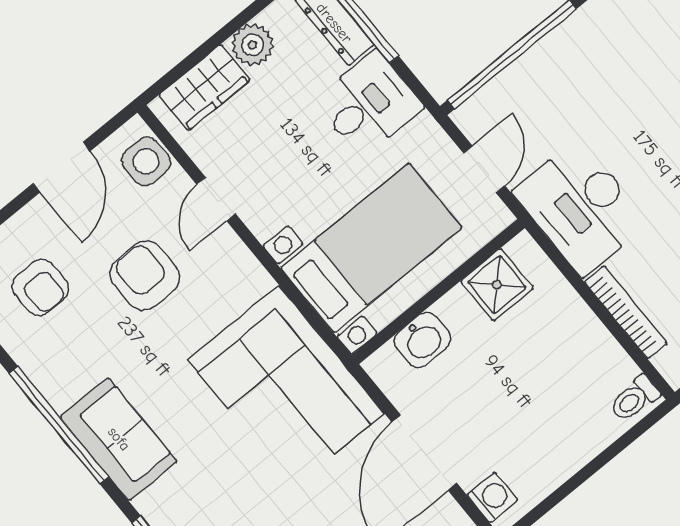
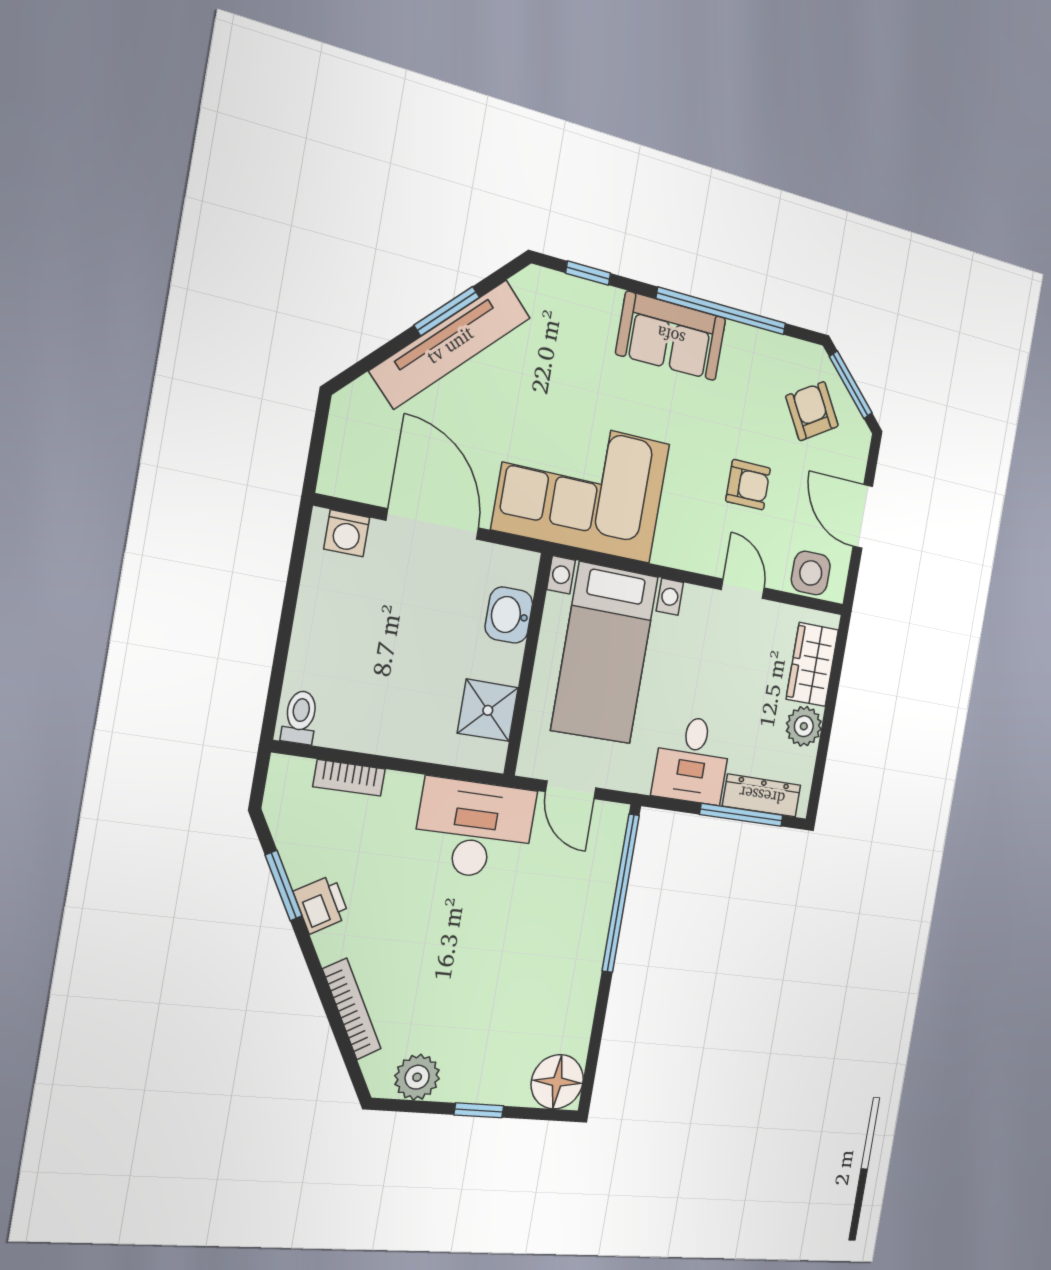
armchair: (145, 276) -> (748, 485), width x0.72, depth x0.72
armchair: (40, 287) -> (812, 411), turned 59
bookcase: (626, 312) -> (349, 778), width x0.64

